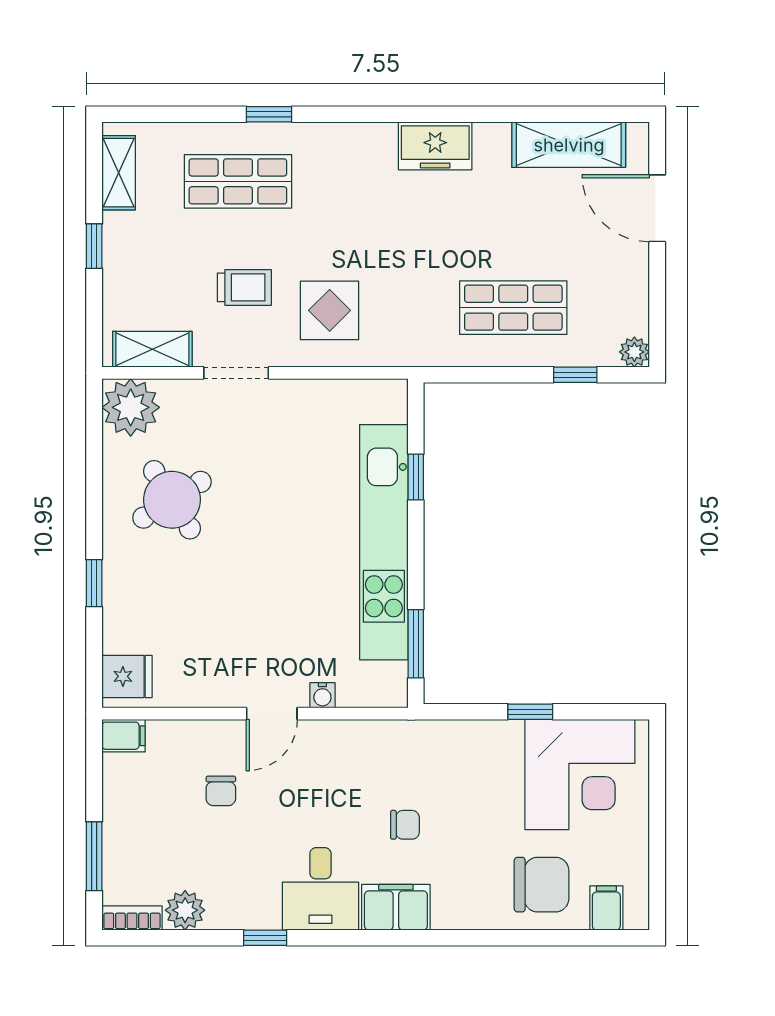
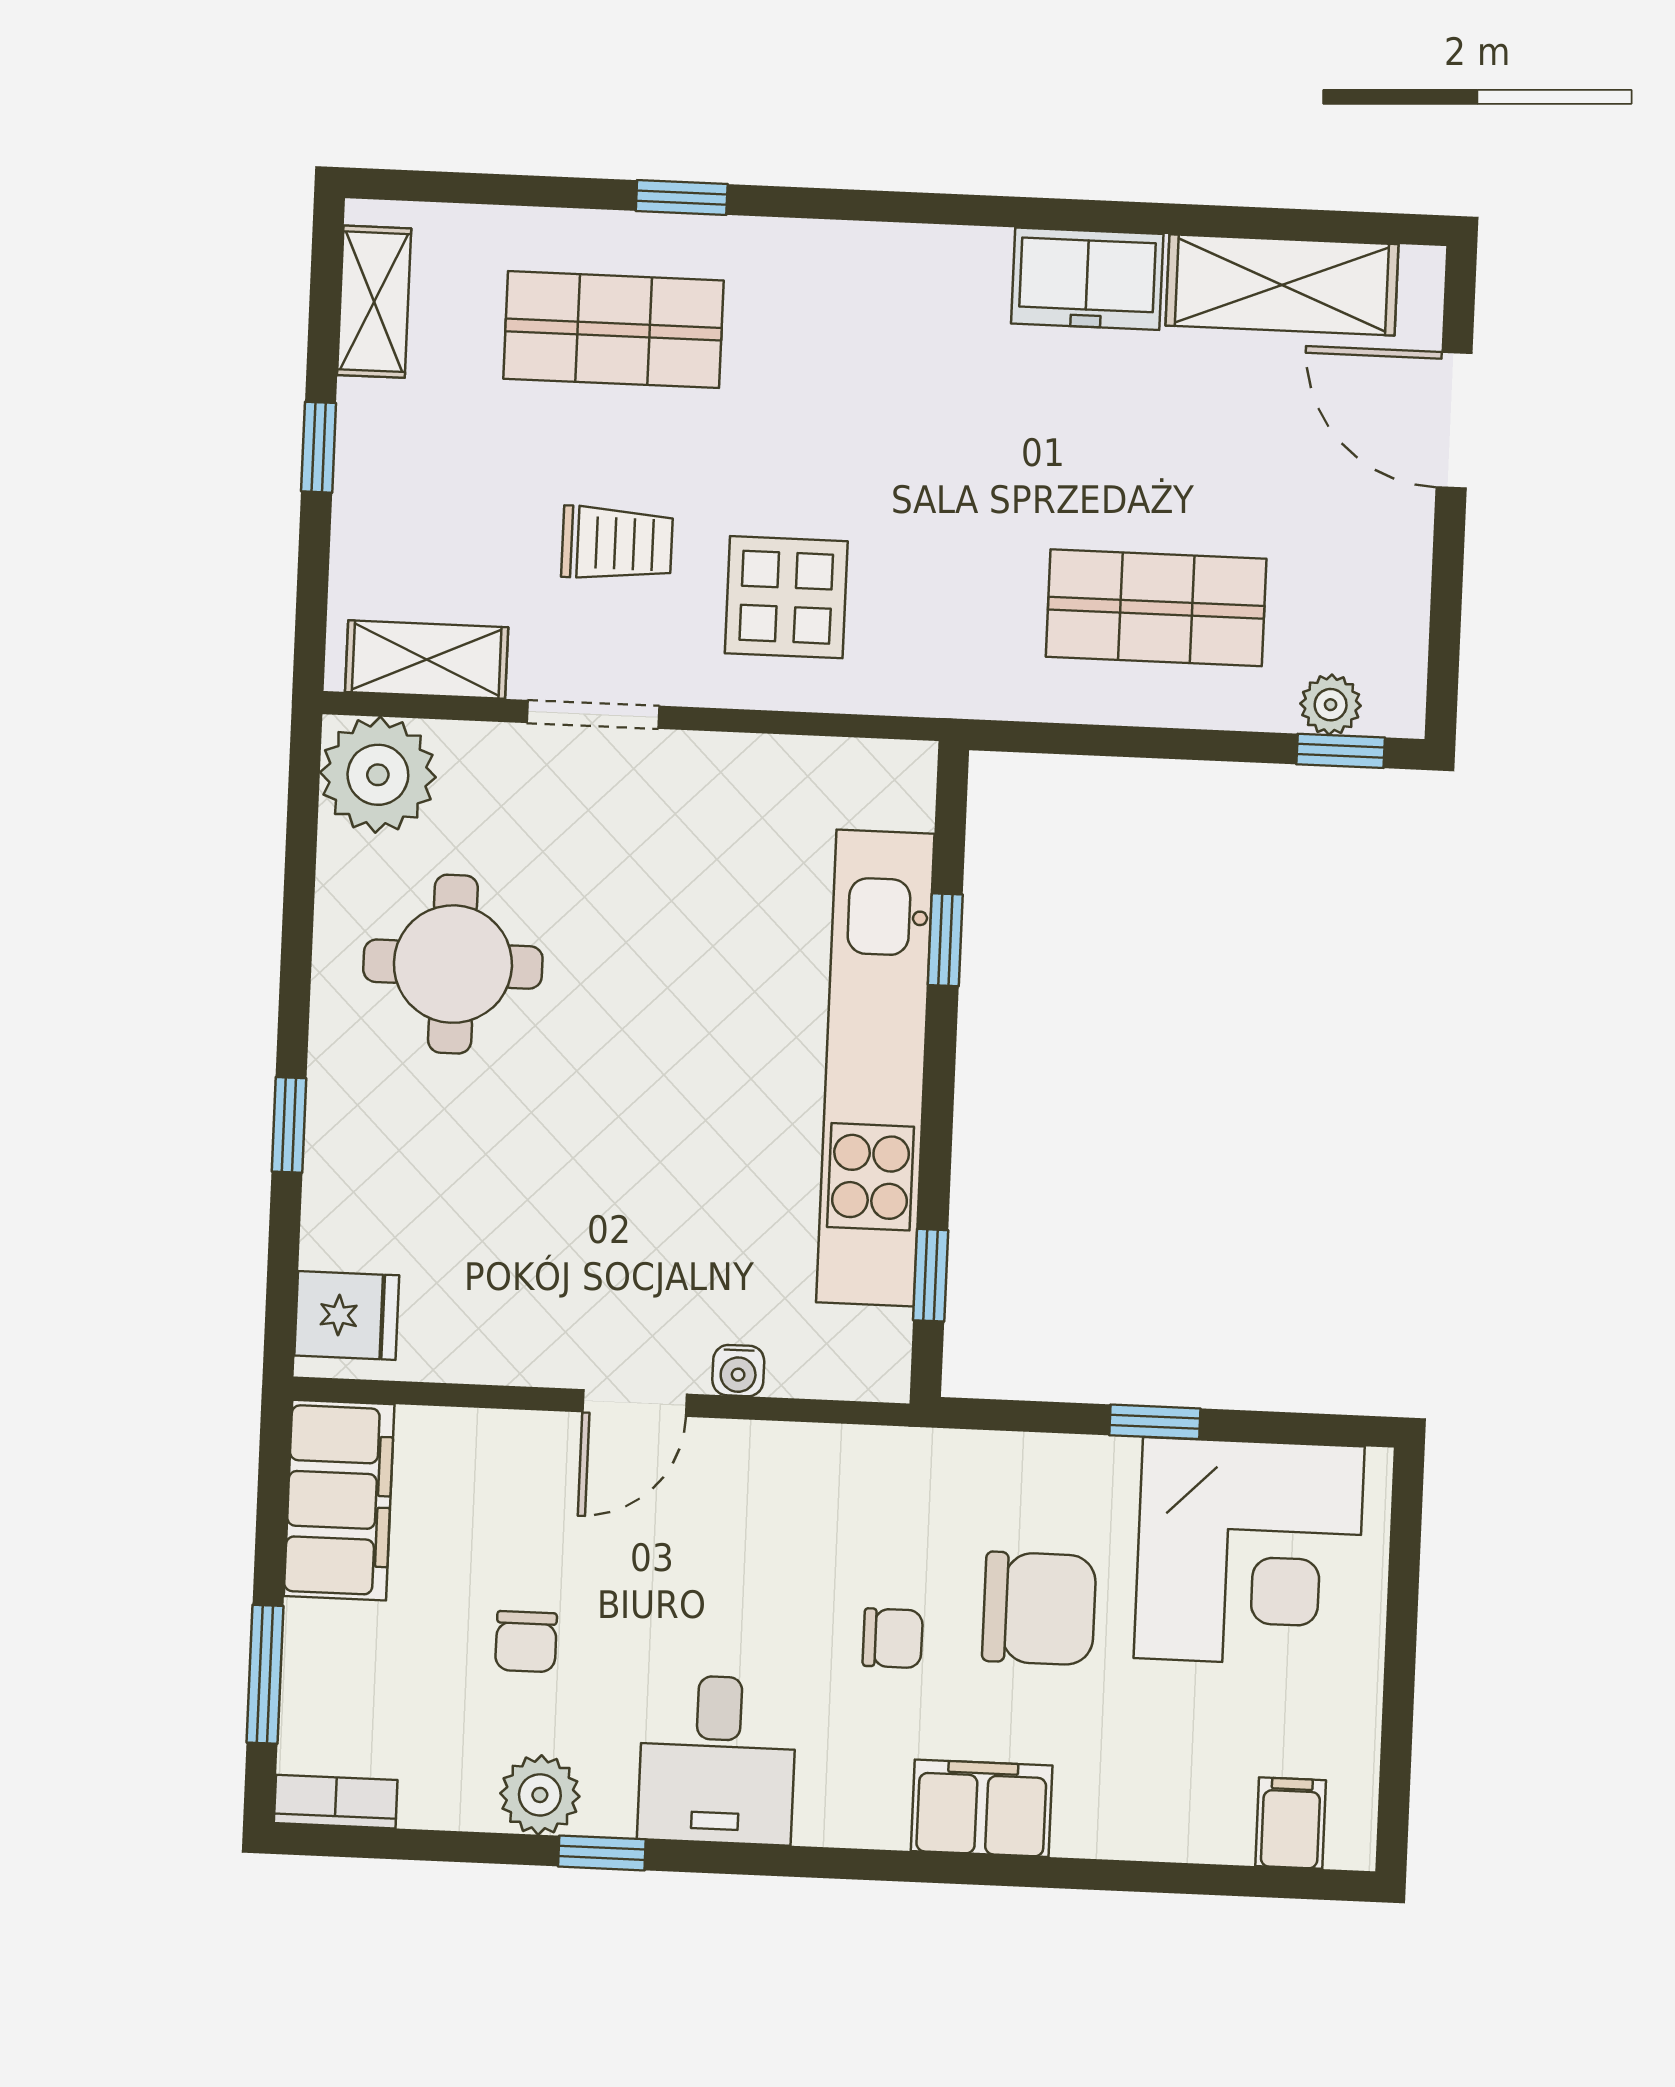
freezer: (435, 146) -> (1087, 279), moved
plant: (634, 352) -> (1331, 705), moved
window: (575, 375) -> (1341, 751), moved
round table: (172, 500) -> (453, 964), turned 32
window: (416, 644) -> (931, 1275), width x0.67
filing cabinet: (124, 736) -> (339, 1500), width x3.00, depth x1.17
chair: (221, 791) -> (526, 1642), moved
chair: (542, 885) -> (1039, 1608), moved
filing cabinet: (396, 907) -> (982, 1808), moved
plant: (185, 910) -> (540, 1795), moved

